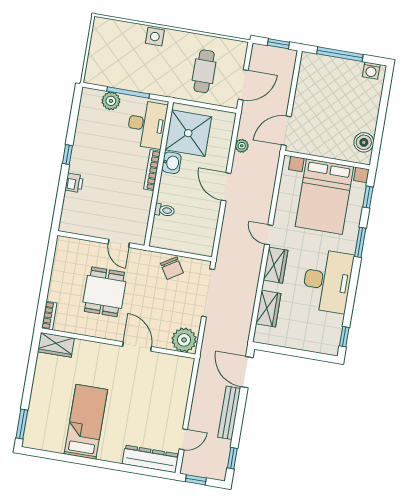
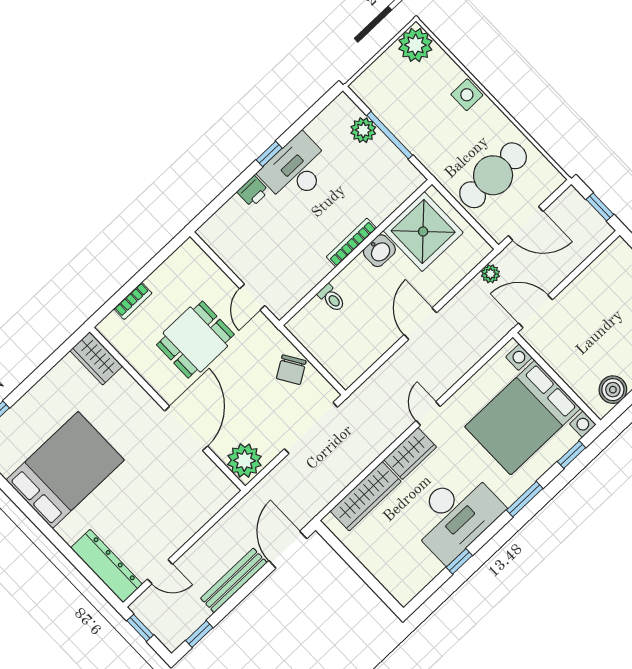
plant: (104, 30) -> (415, 45), added
cafe table: (204, 71) -> (493, 175), width x1.37, depth x1.35
desk: (147, 124) -> (296, 170), moved, turned 180
plant: (242, 146) -> (490, 274), moved
wardrobe: (268, 309) -> (366, 496), width x1.50
bookcase: (49, 316) -> (133, 301), moved
window: (344, 337) -> (459, 561), moved
door: (137, 346) -> (186, 428), width x1.36
bed: (86, 422) -> (65, 470), width x1.50

